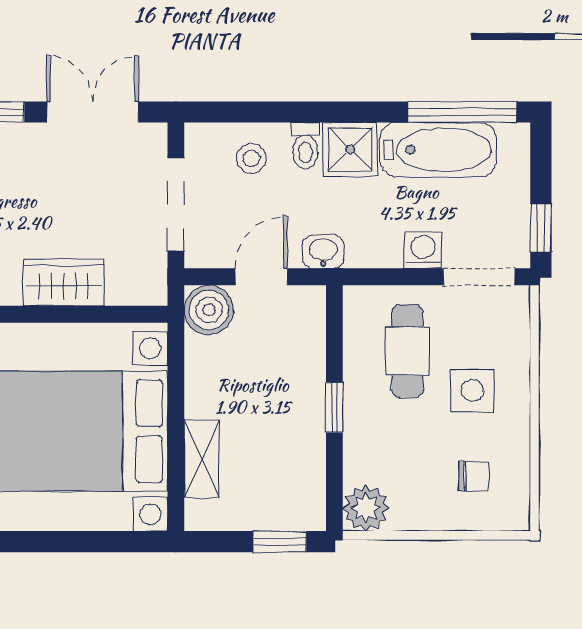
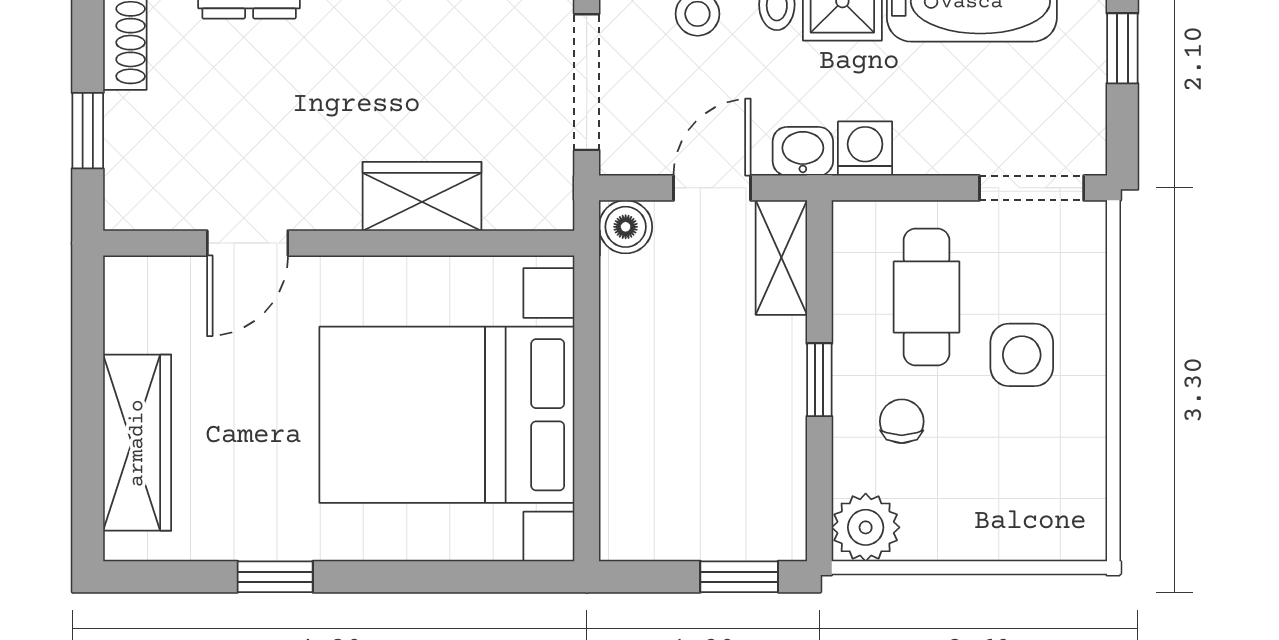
window: (541, 228) -> (1122, 48), moved
washing machine: (423, 250) -> (865, 149), moved
boiler: (209, 310) -> (626, 227), width x0.73, depth x0.73
shelving: (202, 459) -> (781, 258), moved
chair: (474, 476) -> (902, 421), moved, turned -90

